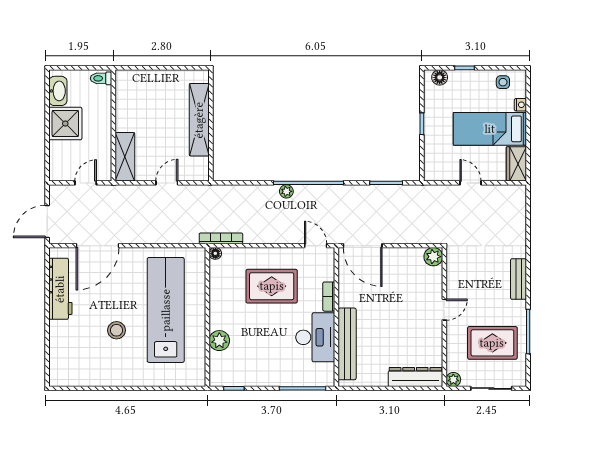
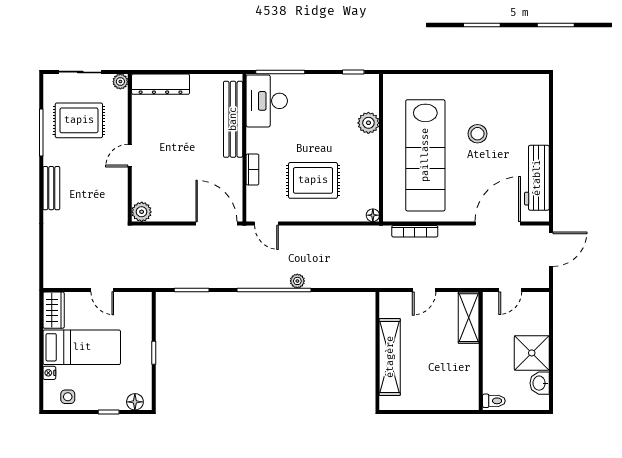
washbasin: (58, 91) -> (540, 383), width x0.72
bookcase: (221, 238) -> (415, 231), moved
desk: (315, 337) -> (267, 101), moved

